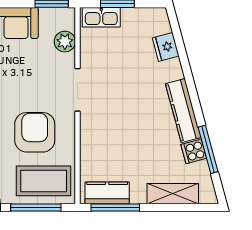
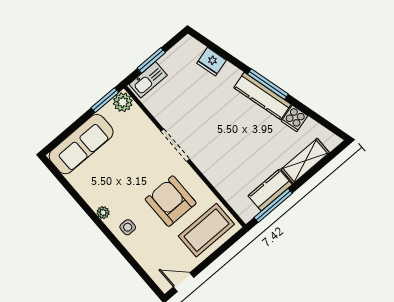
plant: (65, 42) -> (123, 102), moved
window: (208, 149) -> (268, 84), moved
kitchen counter: (107, 193) -> (270, 190), moved
window: (36, 208) -> (217, 254), removed

